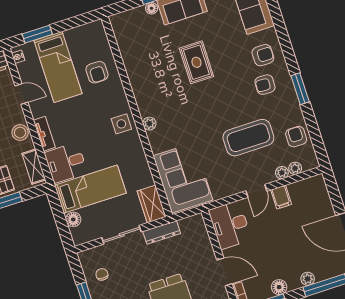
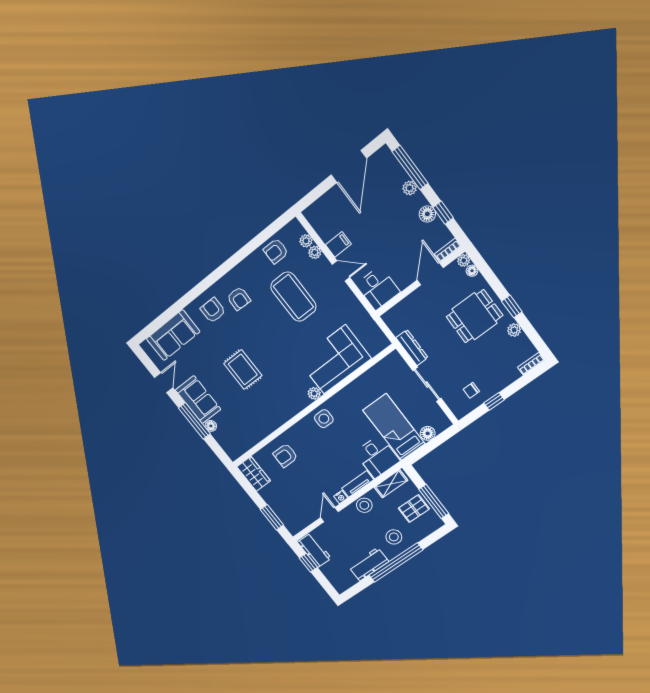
nightstand: (18, 57) -> (341, 497), moved
rug: (196, 62) -> (243, 369), turned 90
bed: (58, 67) -> (294, 491), removed
armchair: (97, 72) -> (285, 455), turned 180
window: (300, 89) -> (230, 264), removed
corner sofa: (183, 178) -> (335, 359), moved
wardrobe: (152, 204) -> (254, 474), moved, turned -90
desk: (230, 225) -> (378, 288), width x0.73

